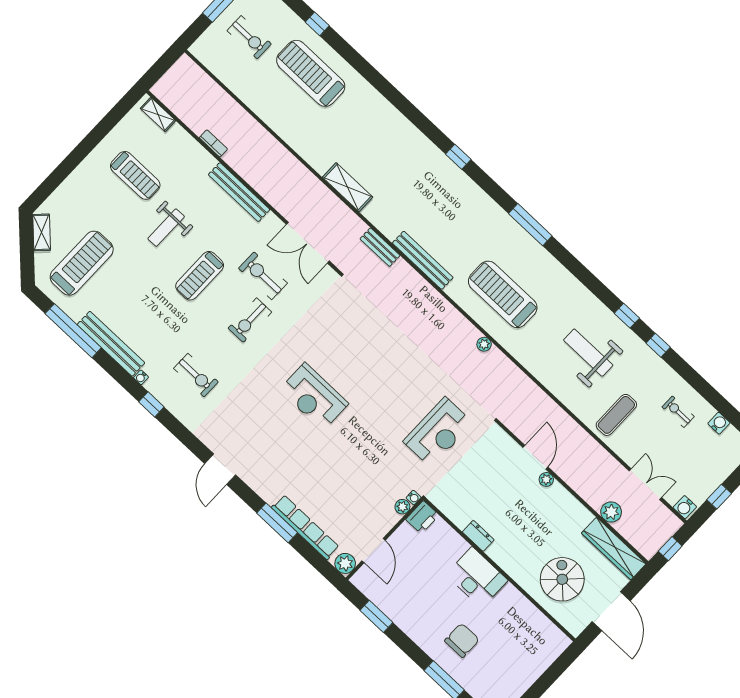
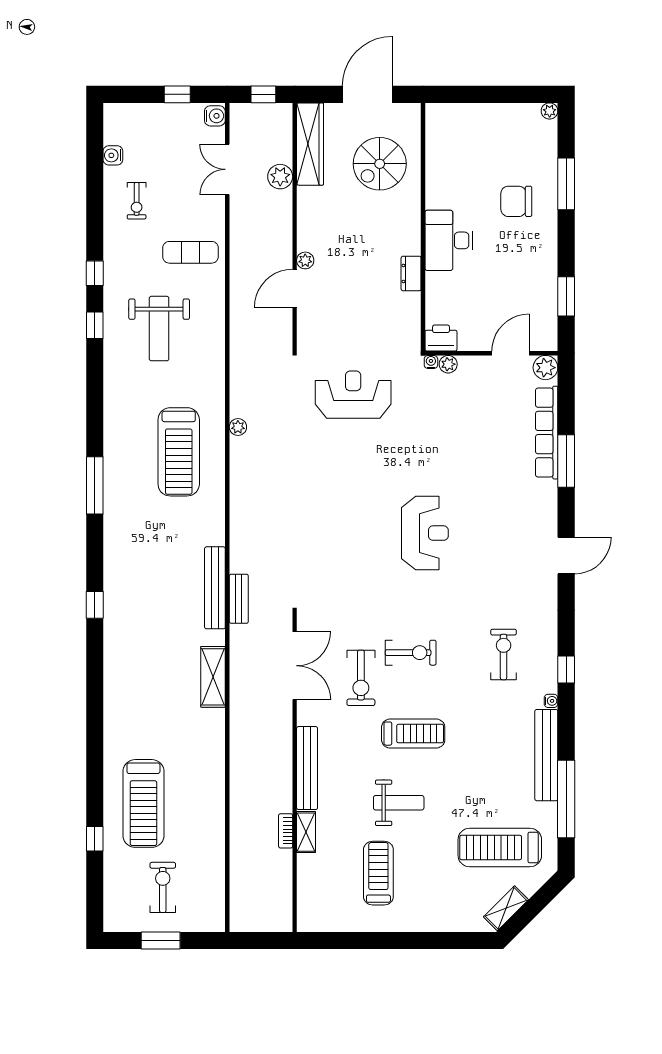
shelving: (158, 114) -> (306, 832), moved
bench: (423, 260) -> (215, 588), moved

